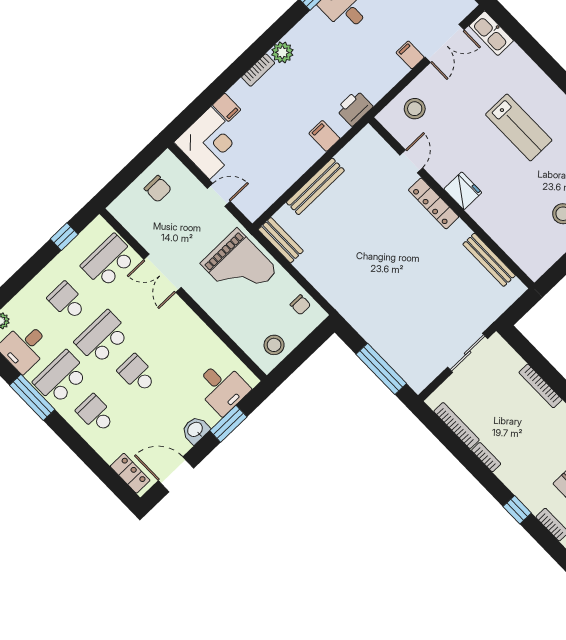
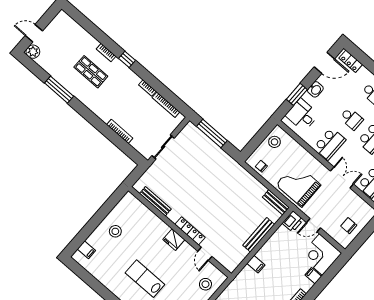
printer: (354, 108) -> (293, 221), moved
school desk: (179, 334) -> (330, 144), added

